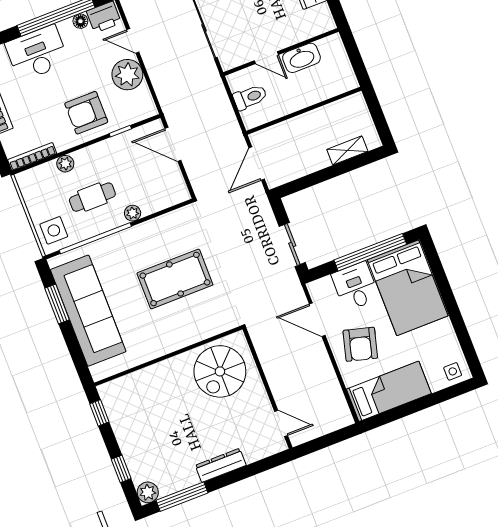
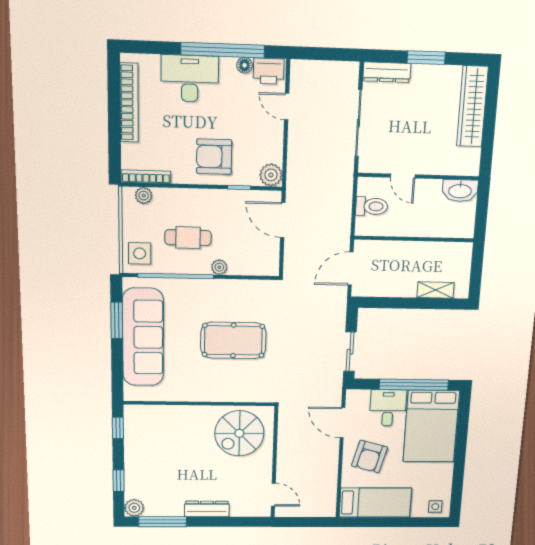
washbasin: (301, 58) -> (460, 191), moved
plant: (127, 75) -> (271, 175), moved, width x0.73, depth x0.73
plant: (65, 164) -> (144, 196), moved

